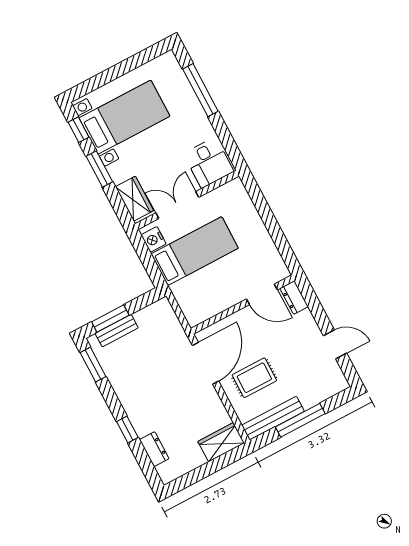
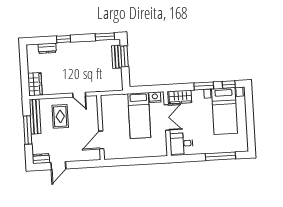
dresser: (294, 297) -> (41, 159), moved
door: (205, 363) -> (79, 95), width x0.53

